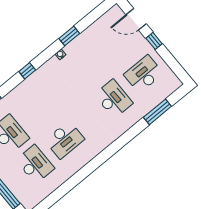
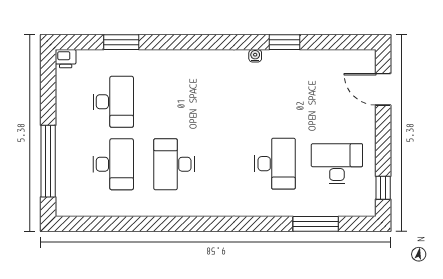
window: (154, 41) -> (383, 188), moved
window: (27, 71) -> (198, 42), removed
desk: (65, 140) -> (174, 164), turned 90

